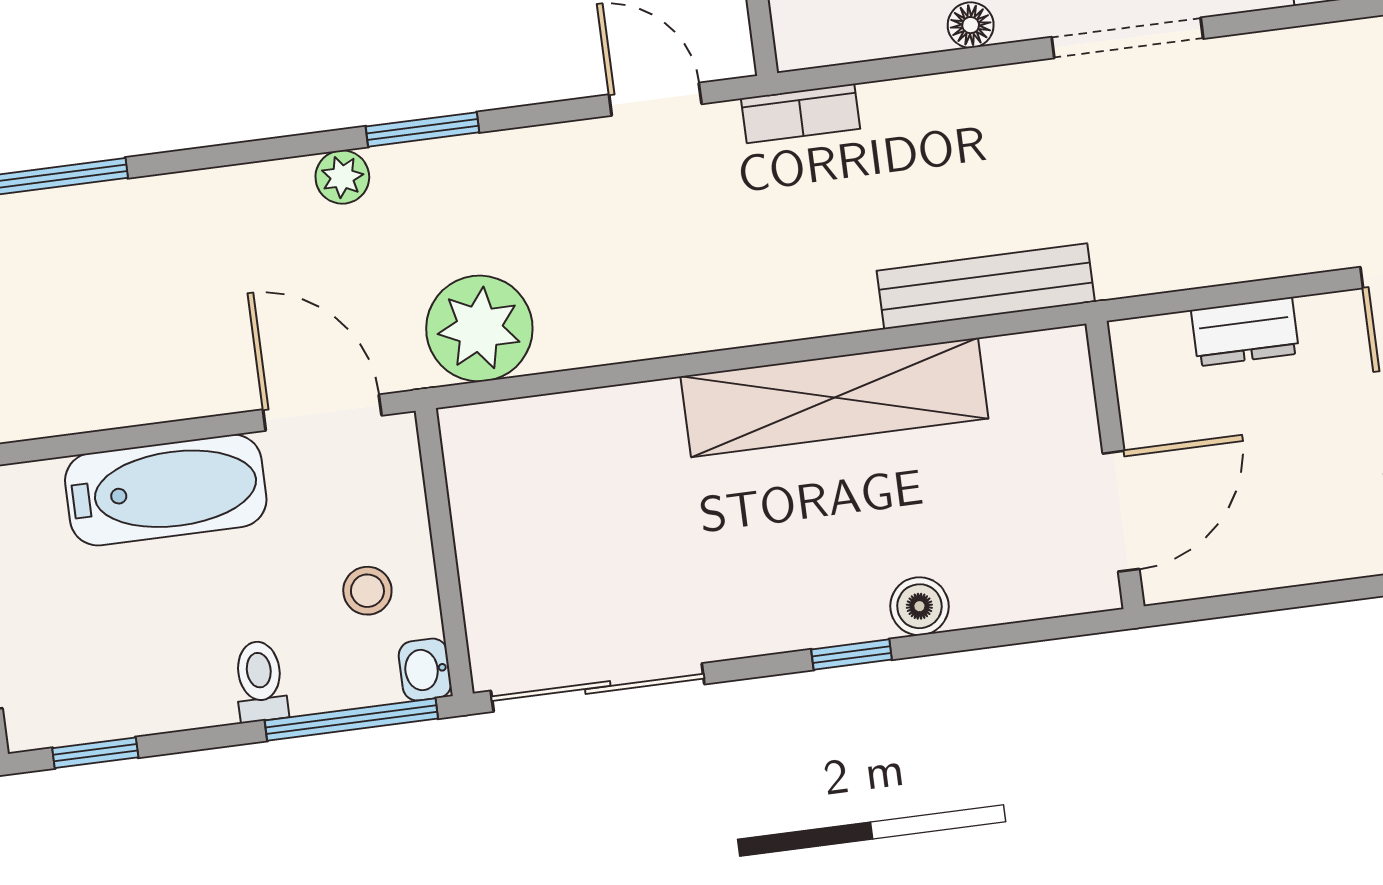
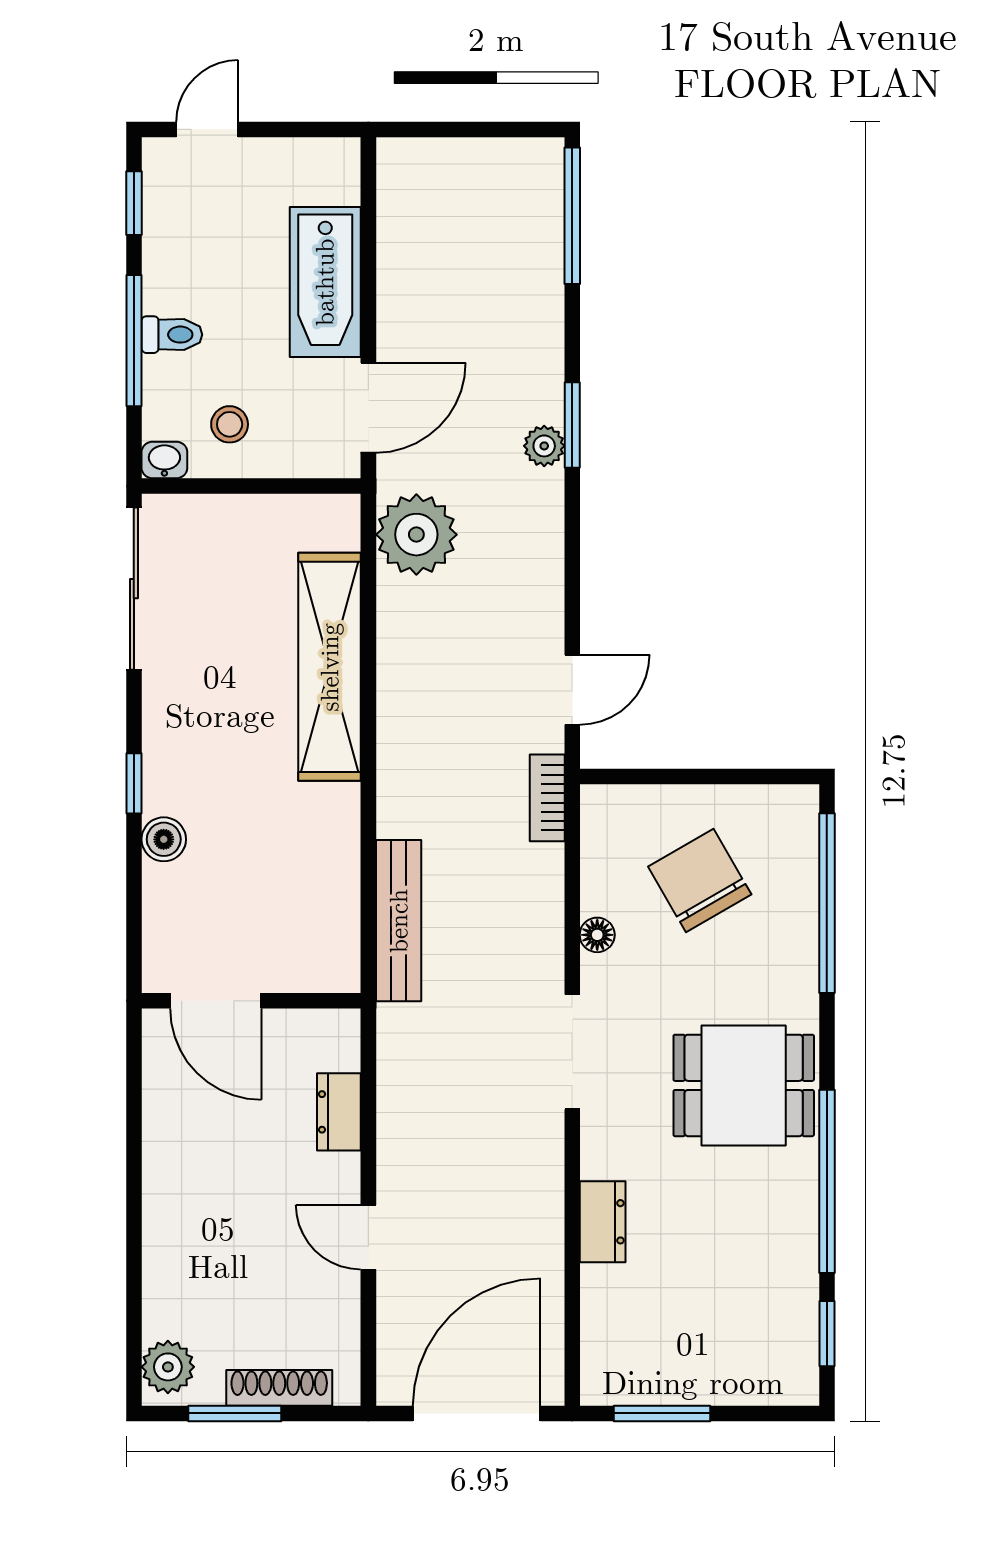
window: (423, 129) -> (572, 425), moved
shelving: (834, 397) -> (330, 667), moved
window: (351, 719) -> (134, 341), moved

